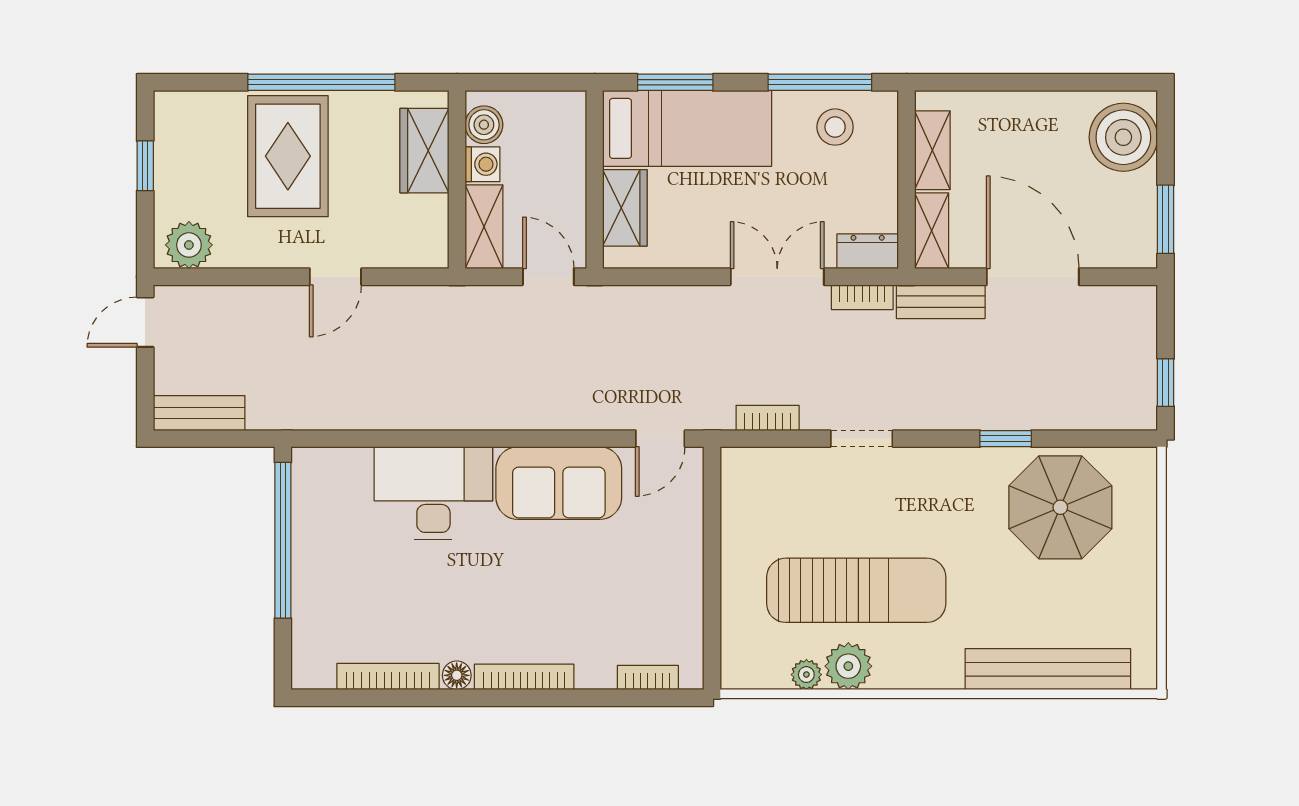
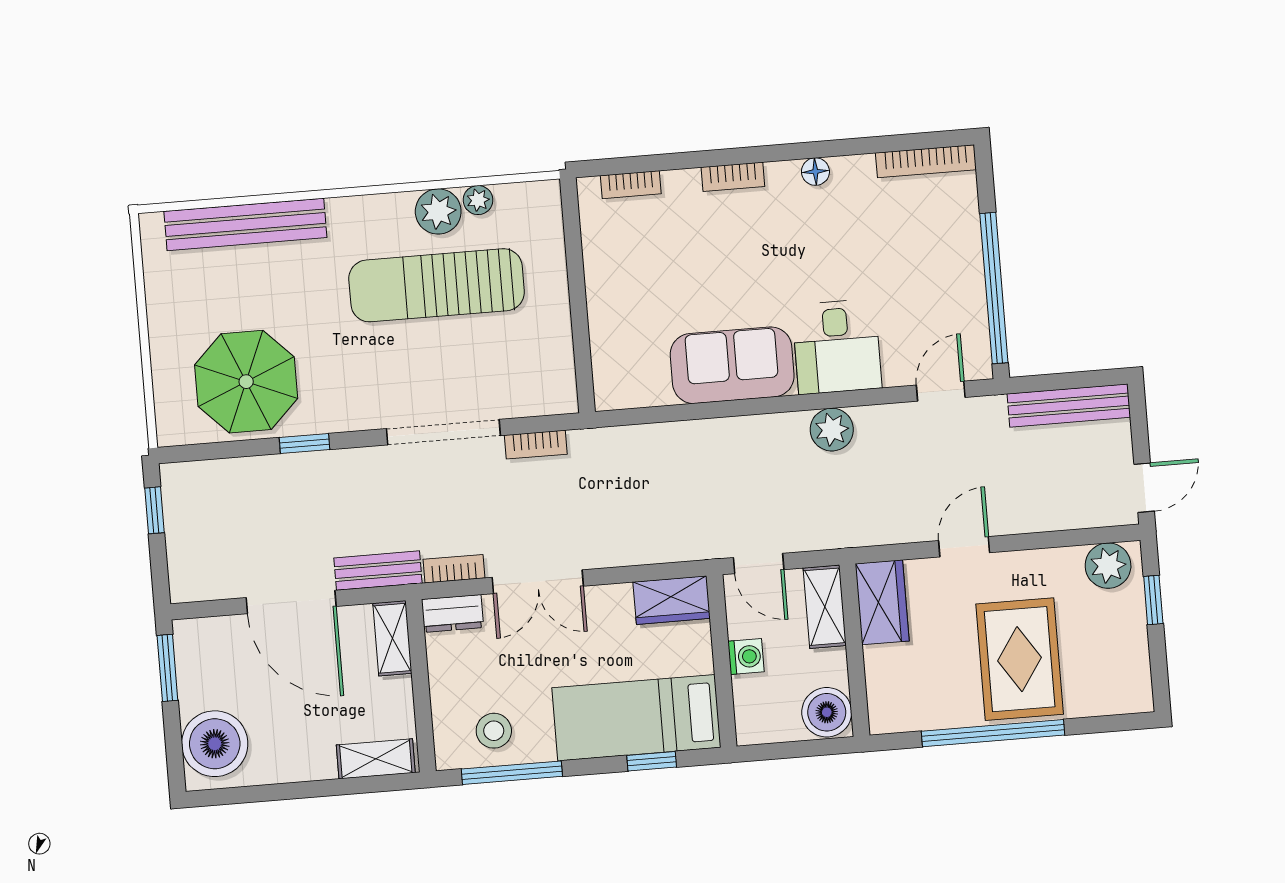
window: (675, 82) -> (652, 761), width x0.67
boiler: (484, 125) -> (827, 712), width x1.36, depth x1.36
shelving: (932, 150) -> (376, 759), moved, turned 90
wardrobe: (424, 151) -> (882, 602), moved
washing machine: (482, 164) -> (746, 657), moved, turned 180
window: (145, 166) -> (1153, 600), moved
wardrobe: (625, 208) -> (672, 600), moved, turned -90
plant: (462, 408) -> (832, 430), added
bench: (199, 413) -> (1069, 406), width x1.36
door: (660, 439) -> (941, 391), moved
doorway: (862, 439) -> (443, 432), width x1.88
desk: (433, 493) -> (837, 347), width x0.73
bookcase: (388, 677) -> (926, 161), moved
bookcase: (524, 677) -> (733, 177), width x0.64

